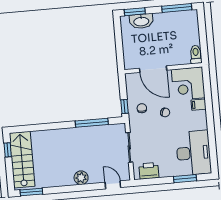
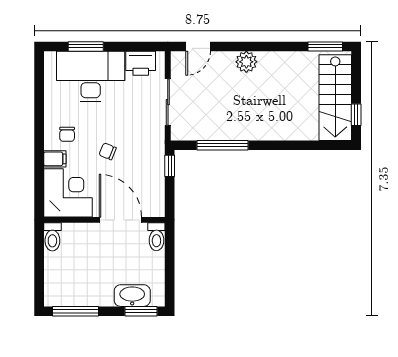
toilet: (129, 60) -> (156, 237), added
chair: (142, 108) -> (67, 134), moved
desk: (194, 153) -> (91, 76), moved, turned 90
door: (113, 185) -> (198, 46), hinge flipped

